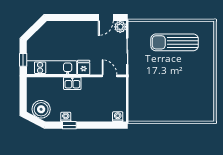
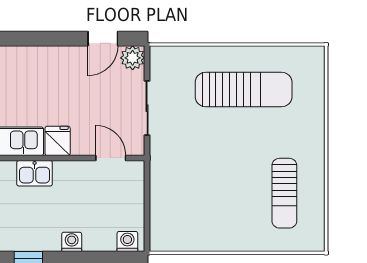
sun lounger: (175, 42) -> (244, 90), turned 180
sun lounger: (195, 93) -> (284, 193), added
washing machine: (66, 117) -> (72, 242), moved

